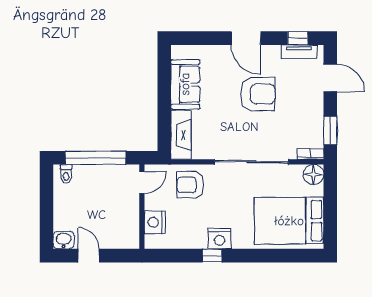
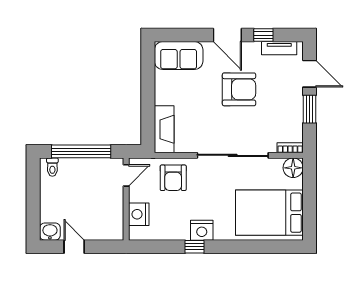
window: (298, 38) -> (263, 35), moved
sofa: (185, 84) -> (179, 55), moved, turned 90
window: (330, 130) -> (310, 109), moved
armchair: (190, 185) -> (173, 178), turned -90

